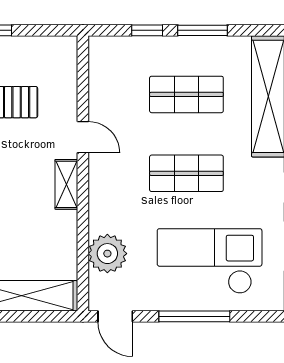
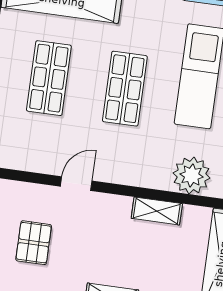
shelving: (66, 184) -> (157, 211), moved

